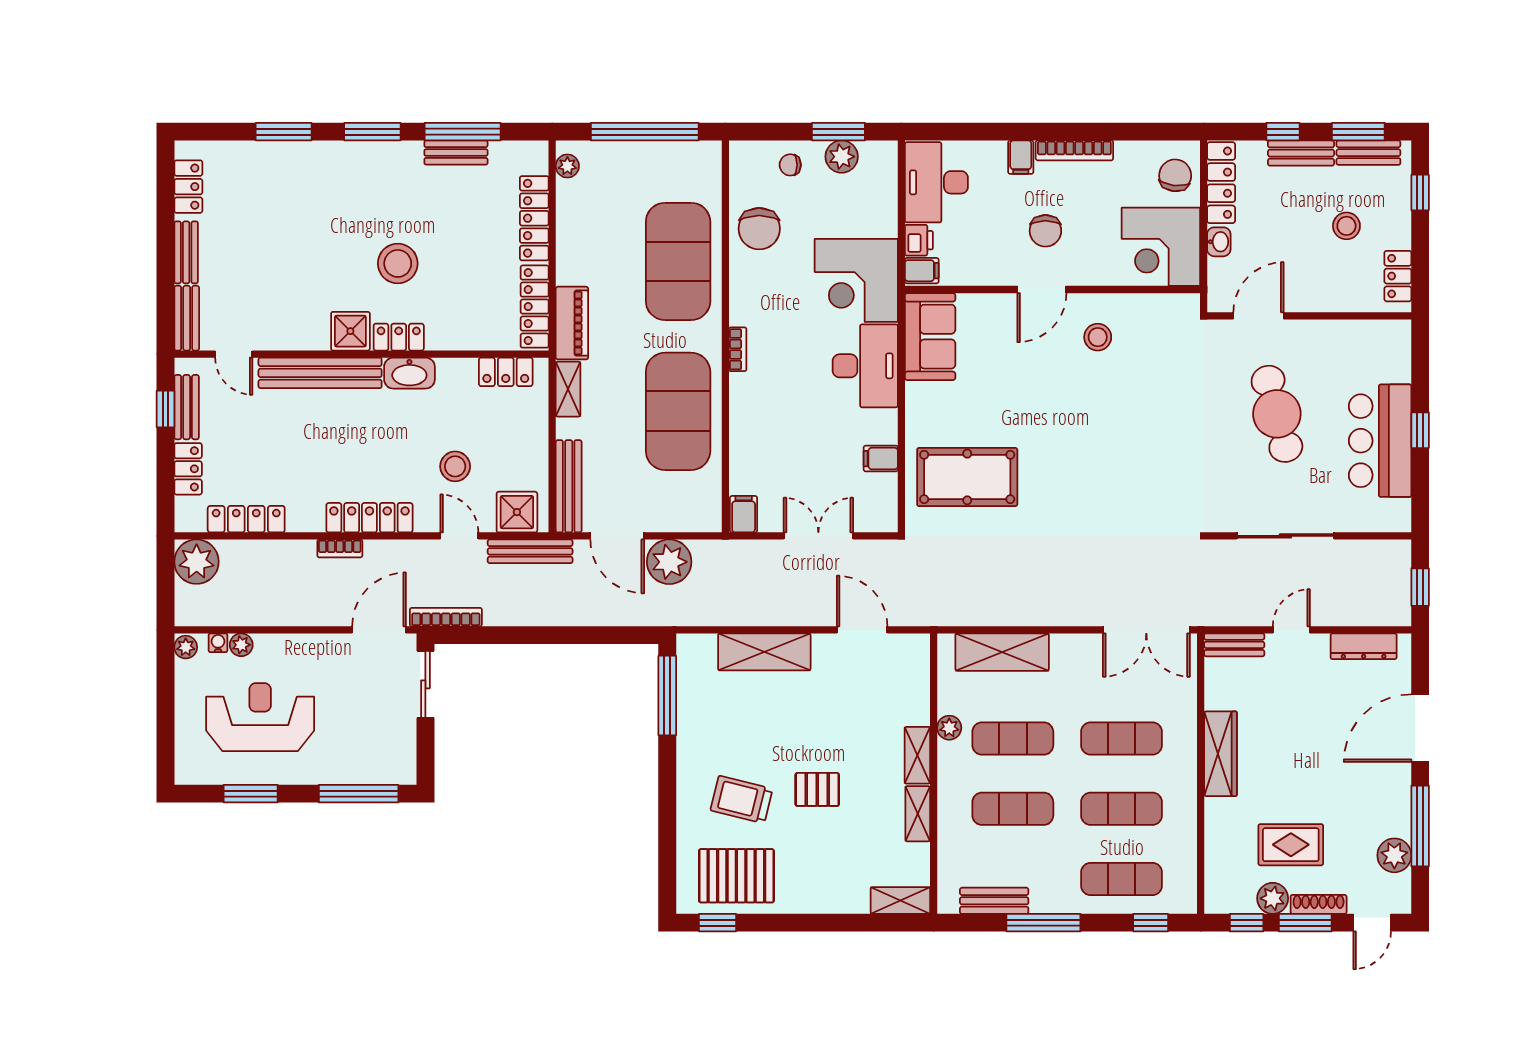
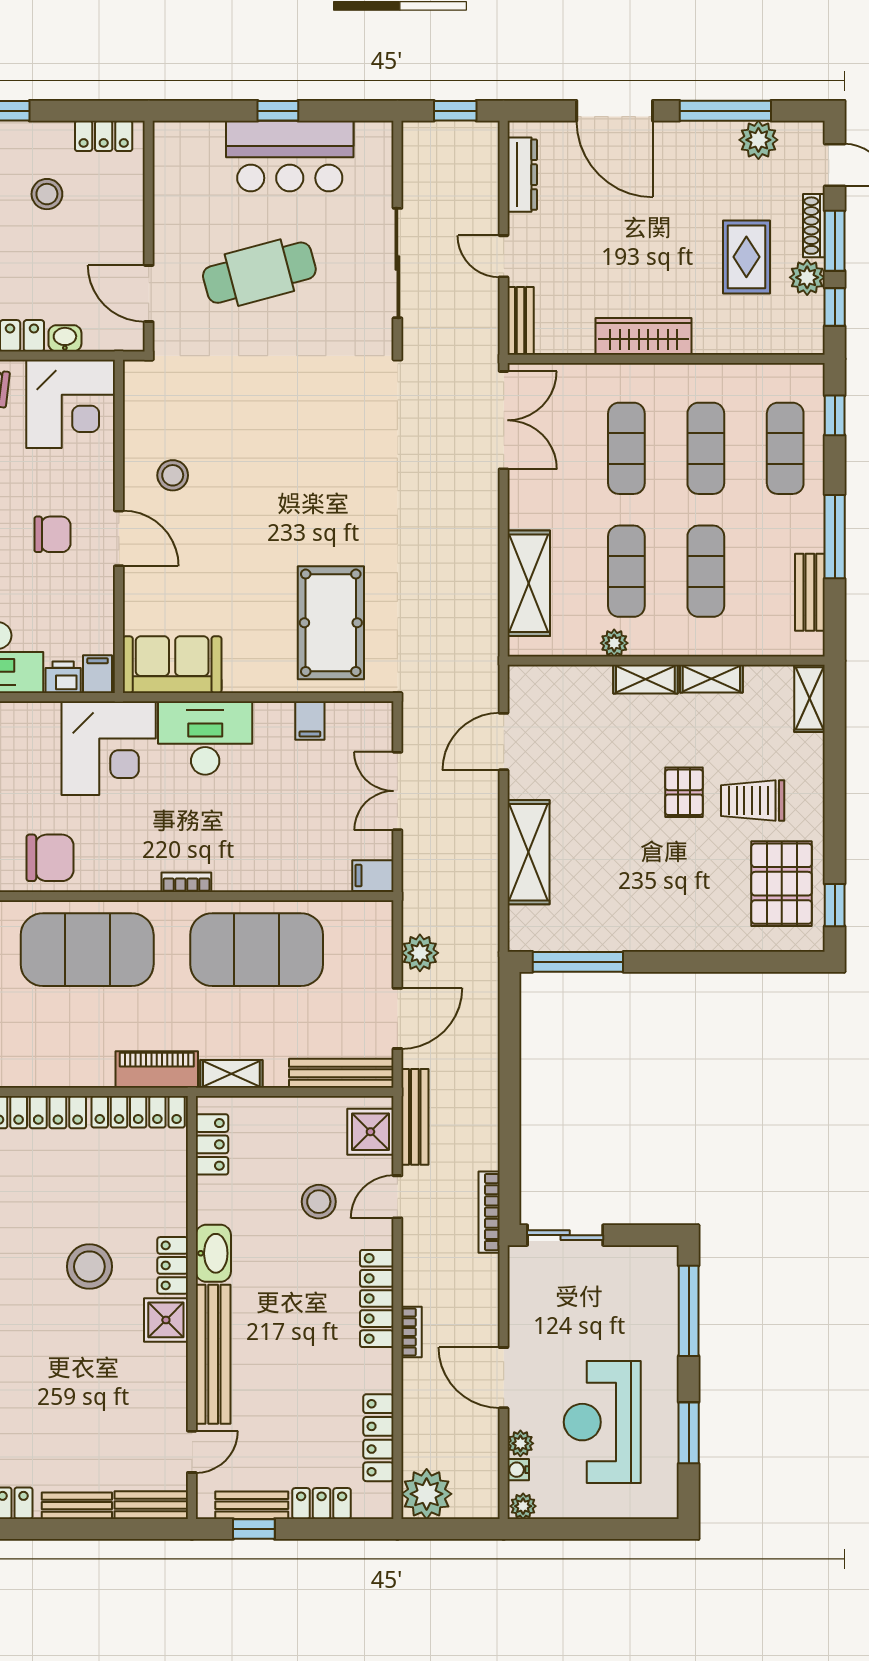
plant: (669, 562) -> (420, 953), width x0.73, depth x0.73
door: (379, 630) -> (504, 1378), moved
trolley: (741, 800) -> (753, 801), moved, turned 76

